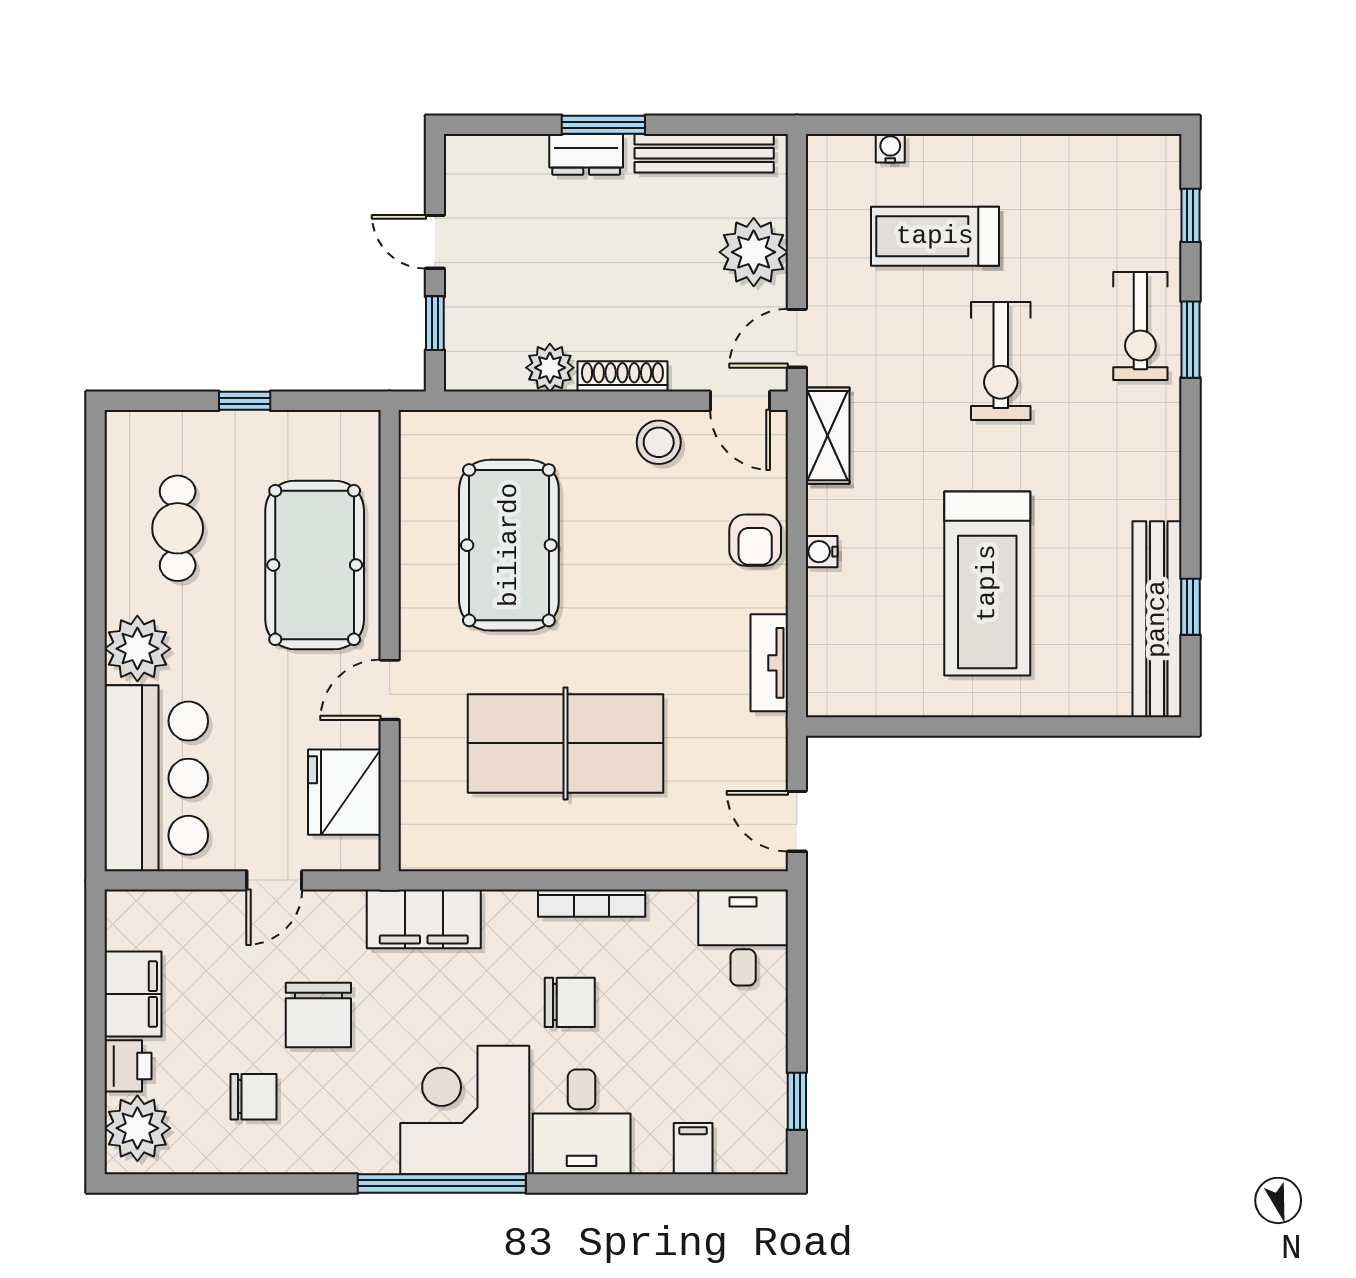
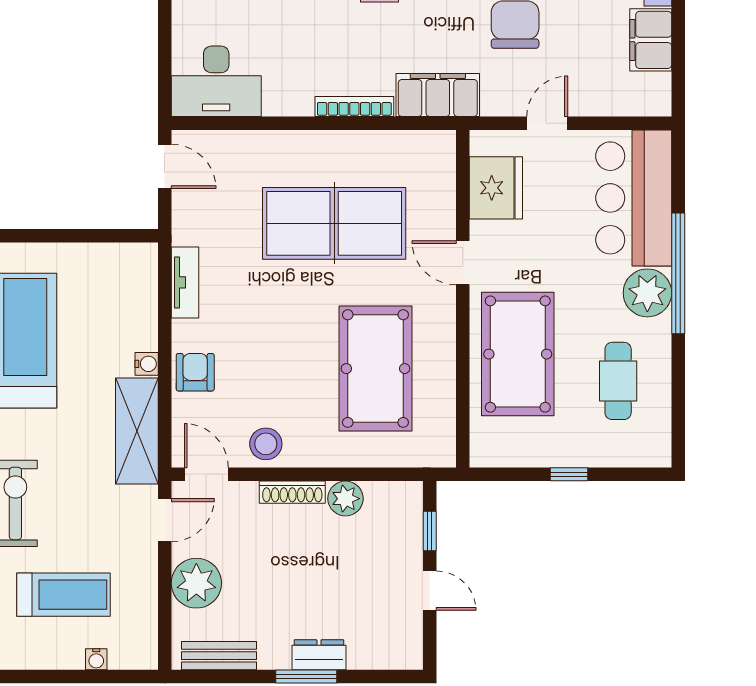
bench: (704, 153) -> (219, 656), width x0.73
shelving: (828, 436) -> (137, 431), width x1.50, depth x1.33
window: (95, 675) -> (678, 273), added
door: (390, 690) -> (463, 263), swing flipped
bookcase: (592, 903) -> (354, 106), moved
desk: (743, 938) -> (216, 81), width x1.37
chair: (570, 1002) -> (331, 34), removed

